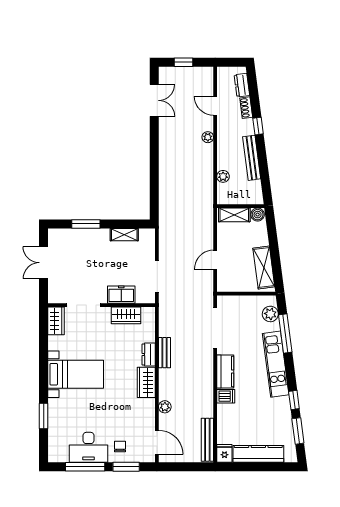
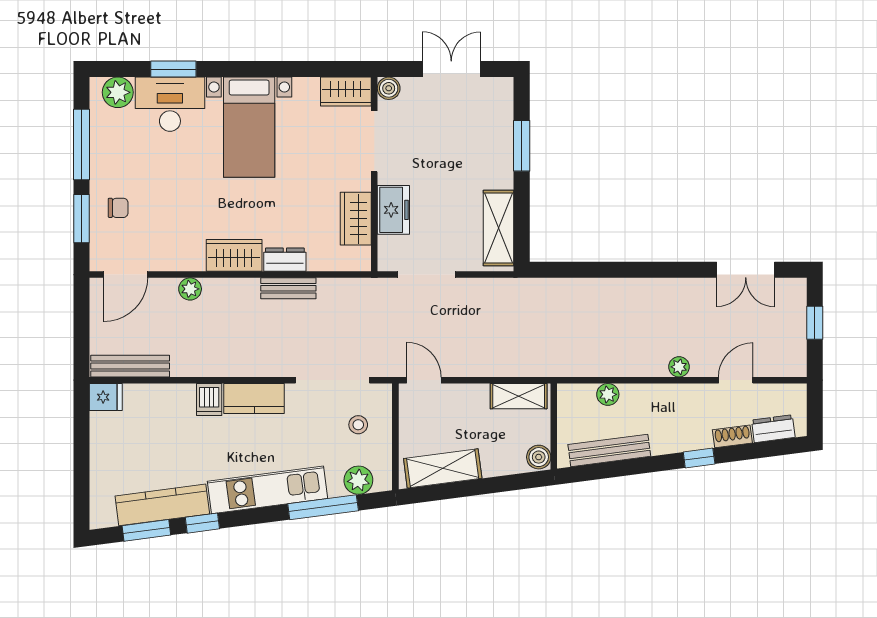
bench: (252, 158) -> (609, 450), moved
shelving: (234, 215) -> (519, 396), moved, turned 90
shelving: (124, 235) -> (499, 228), width x1.50, depth x1.33
door: (215, 260) -> (424, 380), moved
boiler: (54, 297) -> (389, 88), added
stool: (240, 314) -> (358, 425), added
plant: (56, 447) -> (118, 92), added
desk: (88, 447) -> (170, 104), moved, turned 90
kitchen counter: (258, 454) -> (162, 505), moved, turned -97

